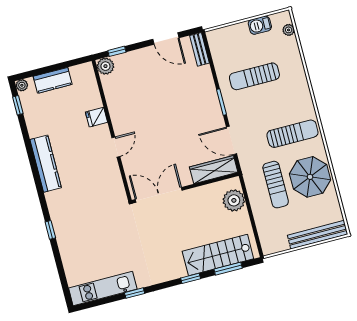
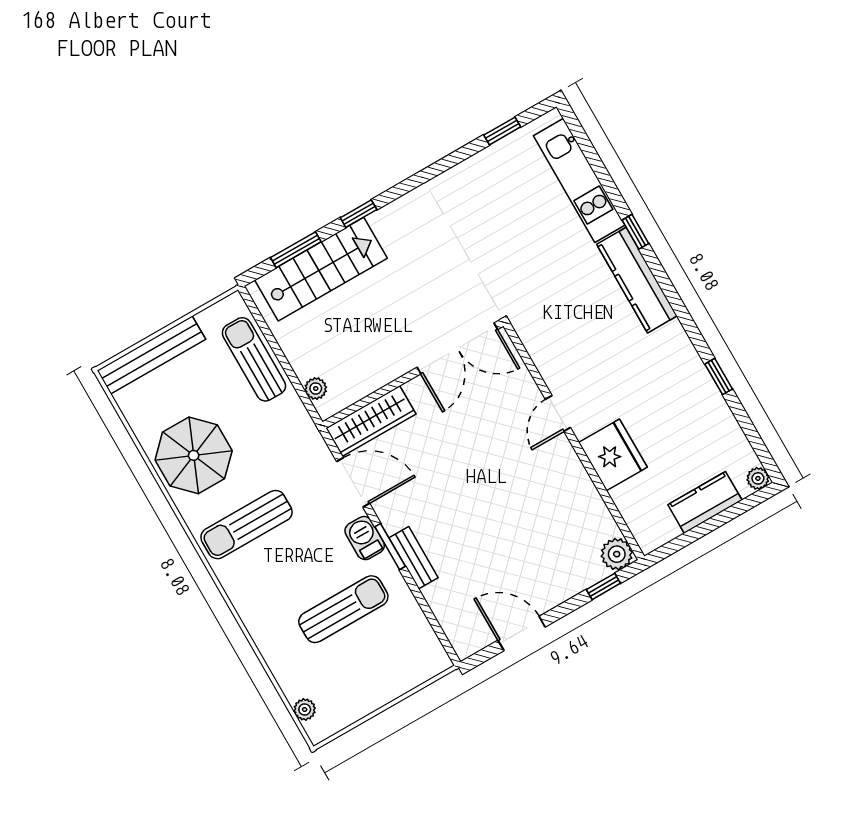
barbecue: (260, 25) -> (365, 538), moved, turned -90
bench: (200, 49) -> (414, 558), moved
window: (18, 105) -> (719, 377), moved
fridge: (97, 117) -> (613, 455), width x1.88, depth x1.34
kitchen counter: (46, 164) -> (637, 280), moved
sun lounger: (276, 185) -> (254, 359), moved
plant: (234, 200) -> (316, 389), width x0.53, depth x0.53
kitchen unit: (103, 289) -> (579, 180), moved, turned 90
window: (135, 293) -> (502, 131), moved

